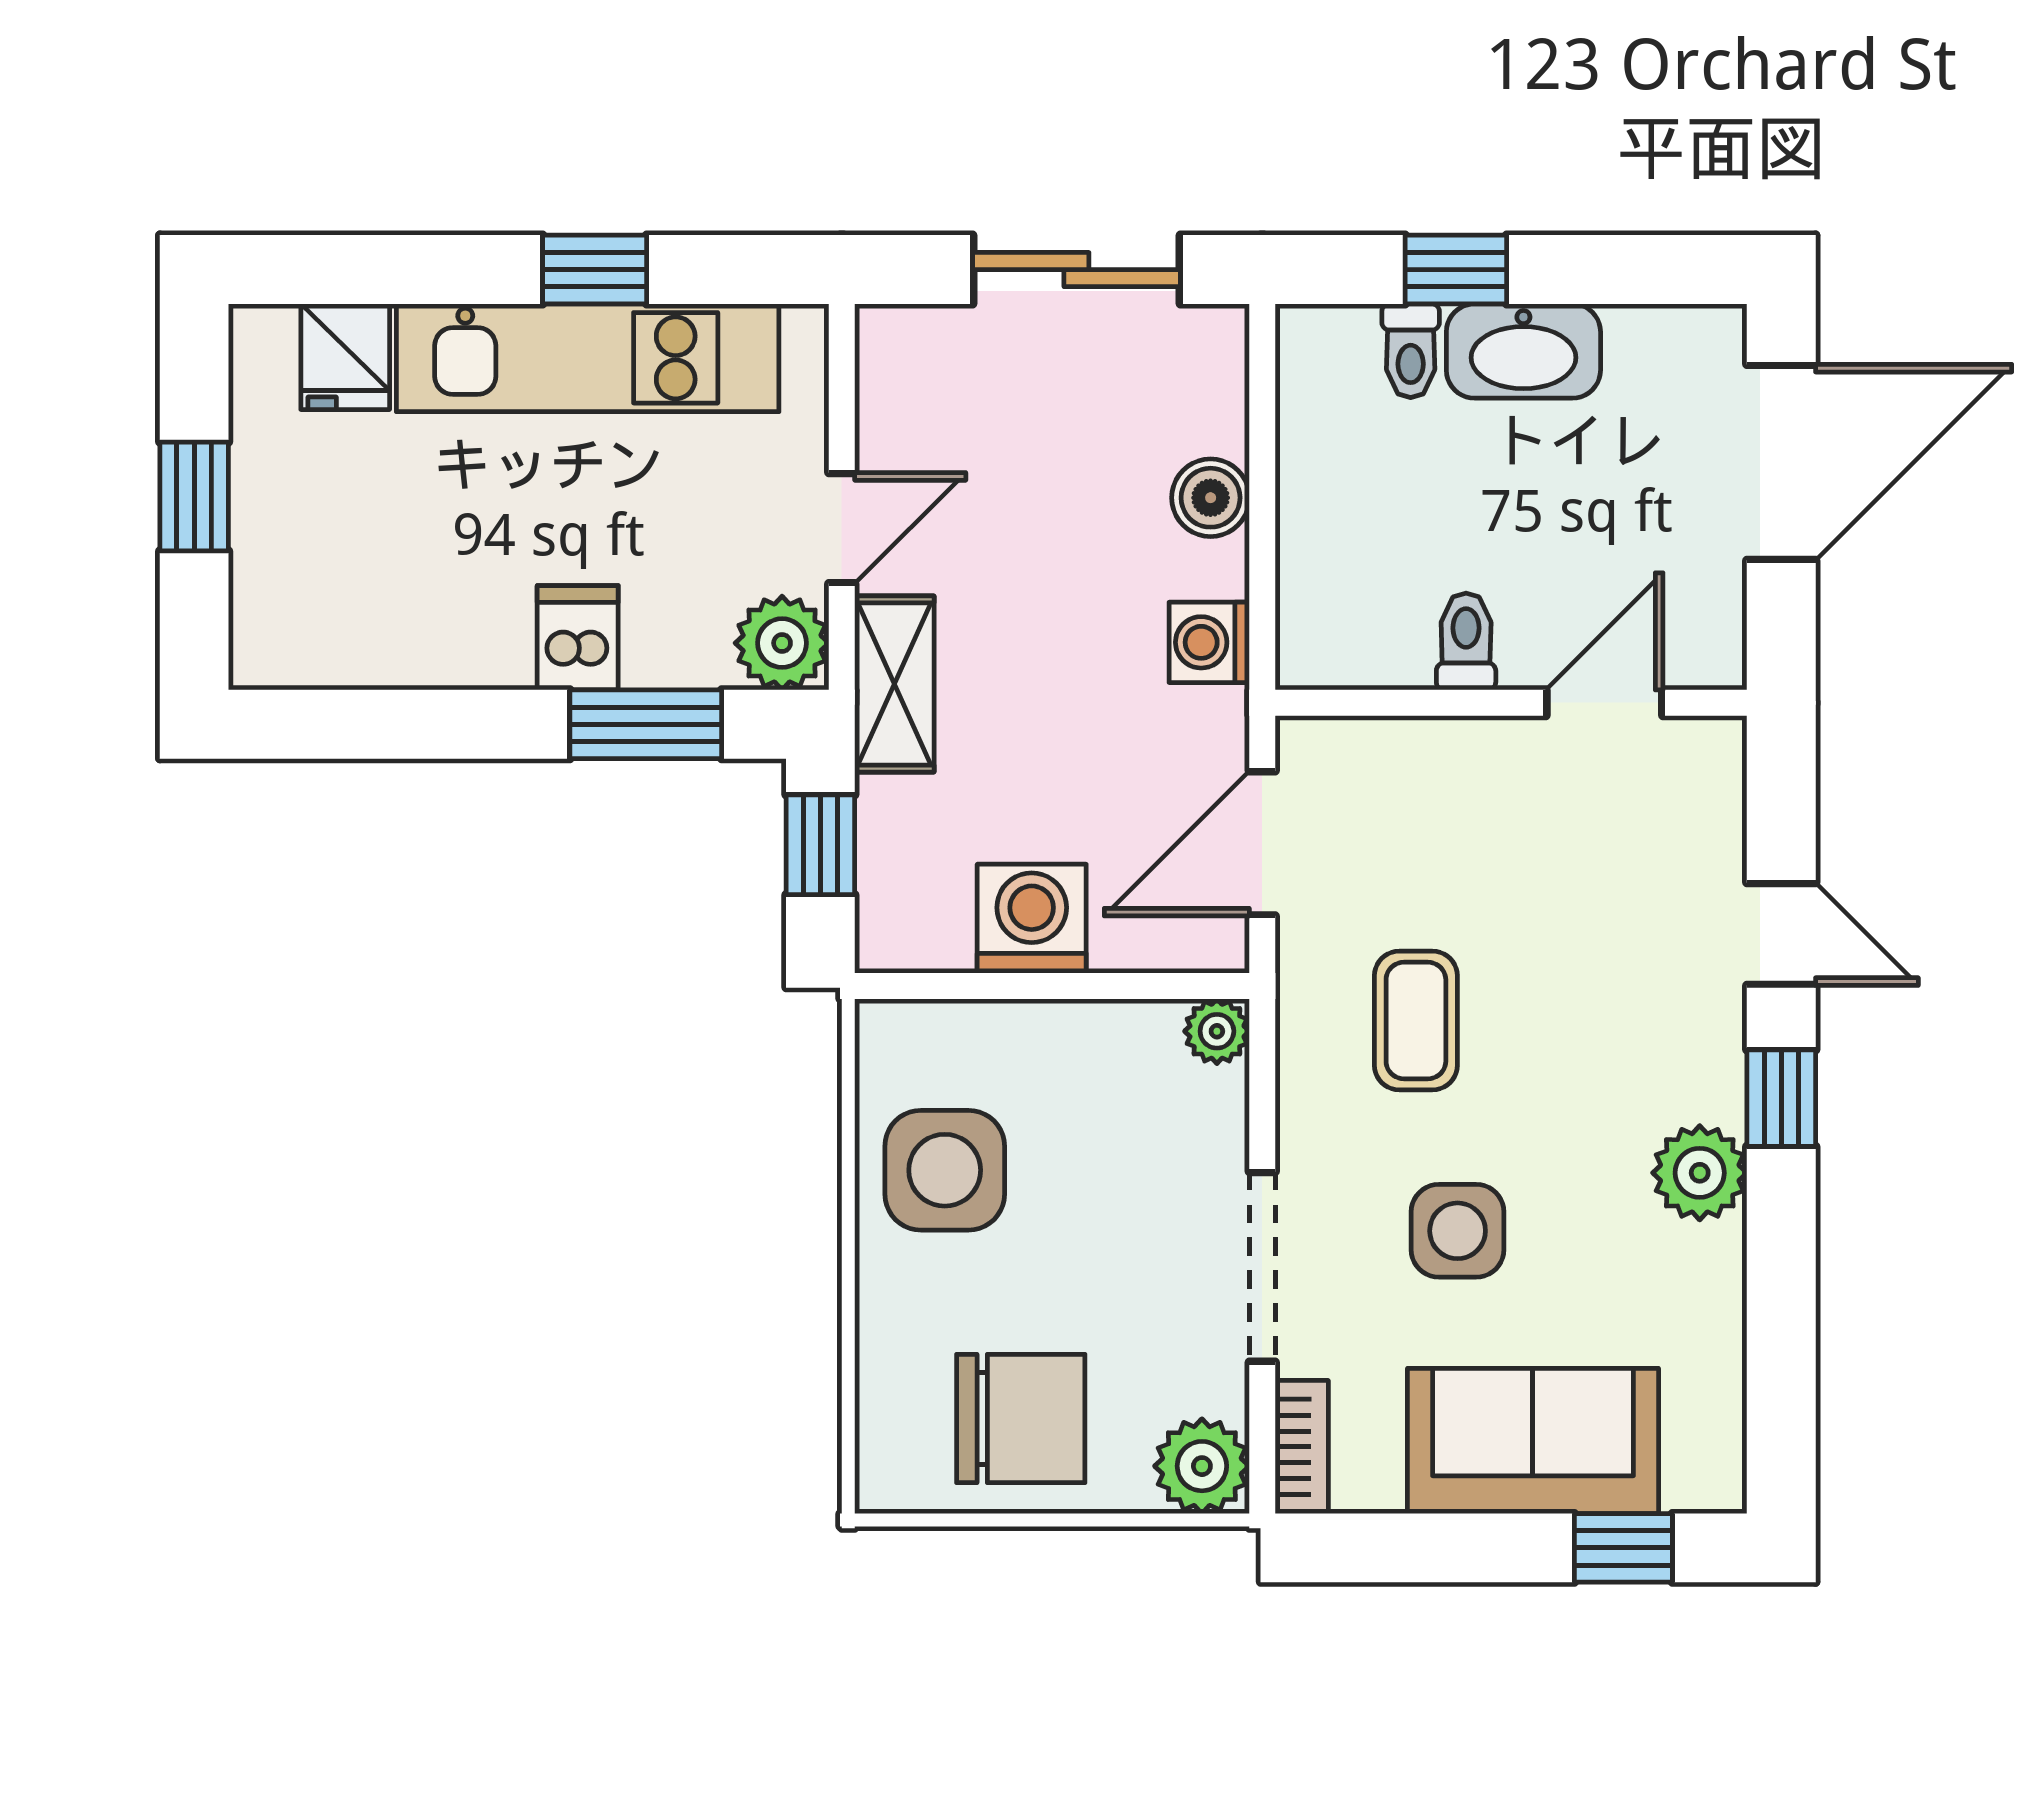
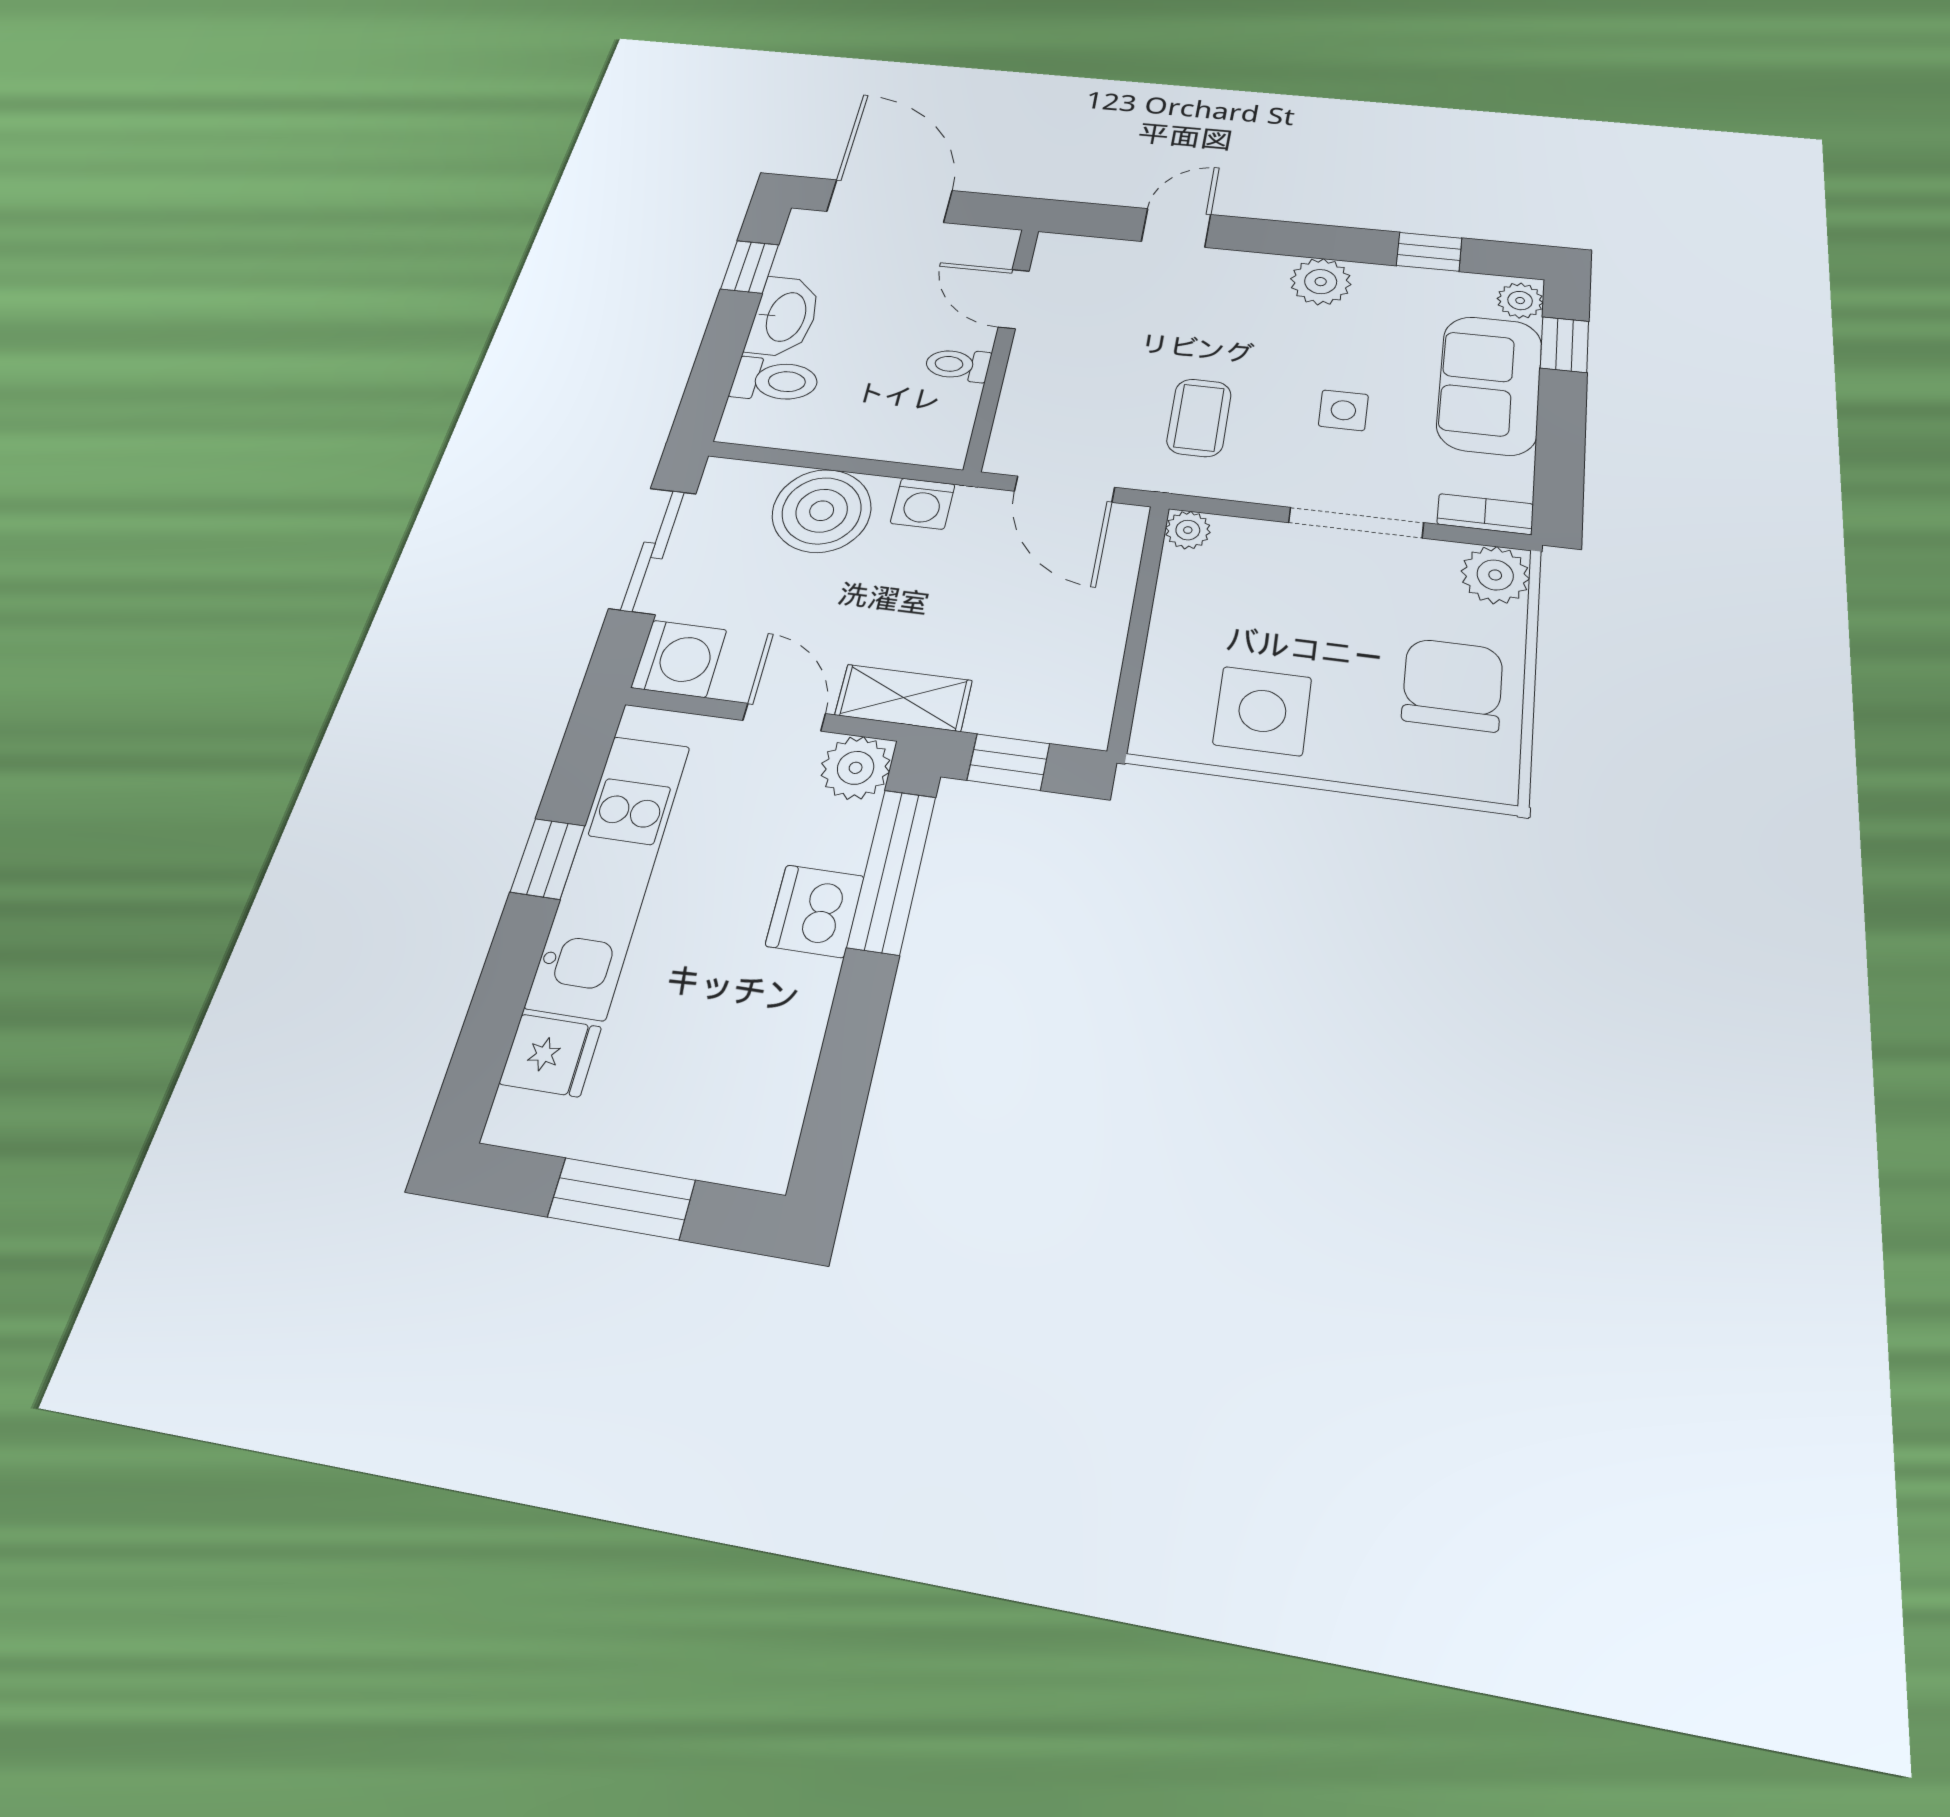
window: (1456, 270) -> (750, 267), moved
toilet: (1411, 351) -> (775, 380), width x1.37, depth x1.39
window: (194, 496) -> (622, 1199), width x1.50
boiler: (1211, 498) -> (822, 511), width x1.86, depth x1.86
dishwasher: (578, 638) -> (815, 911), width x1.38
window: (646, 724) -> (892, 871), width x1.44
washing machine: (1032, 919) -> (679, 659), moved, turned 180
coffee table: (1416, 1021) -> (1199, 418), turned 90
window: (1781, 1098) -> (1429, 252), moved
side table: (1458, 1231) -> (1343, 410), width x0.73, depth x0.73
plant: (1701, 1478) -> (1520, 301), added

